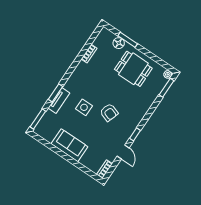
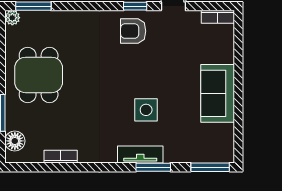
floor lamp: (119, 43) -> (15, 141), moved
tv unit: (59, 101) -> (140, 155), moved
armchair: (109, 112) -> (133, 31), moved, turned -109

